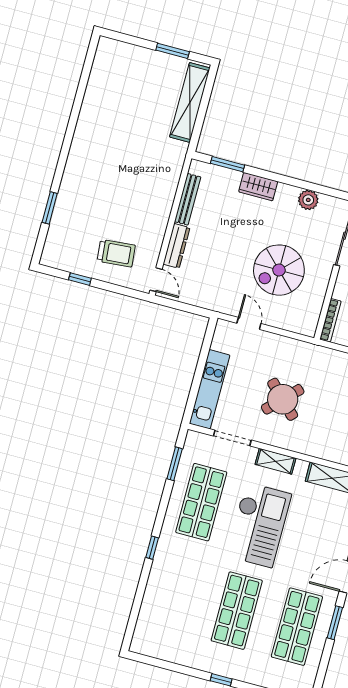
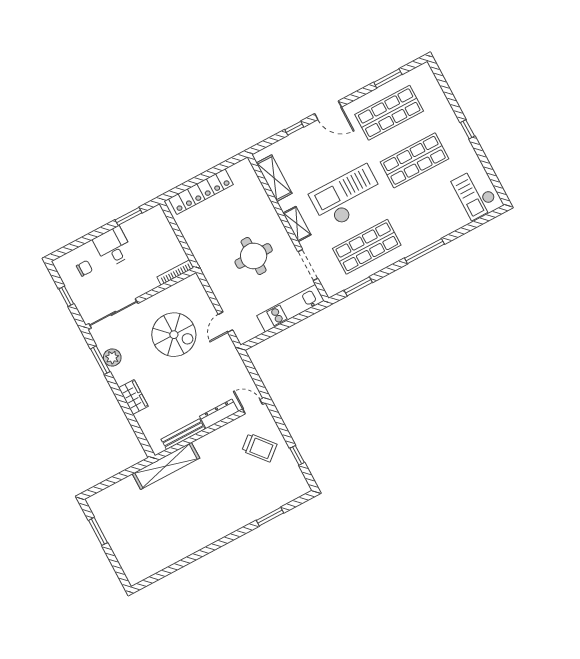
shelving: (190, 102) -> (166, 466), moved
window: (228, 164) -> (100, 360), moved
trolley: (116, 253) -> (259, 448), turned 145
door: (156, 280) -> (253, 407), hinge flipped
round table: (283, 399) -> (254, 256), turned 45
window: (152, 548) -> (425, 251), width x2.17
window: (335, 623) -> (388, 78), moved
checkout: (161, 635) -> (475, 194), added

